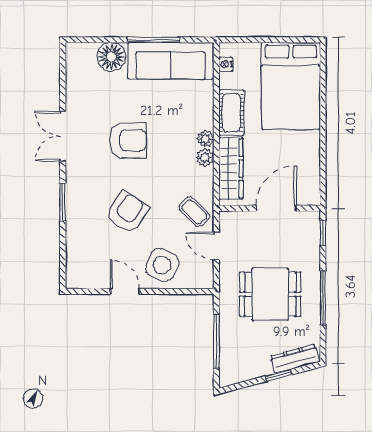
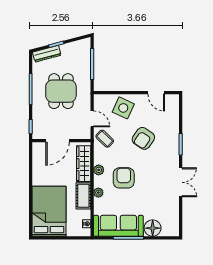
plant: (205, 139) -> (98, 193), moved
armchair: (128, 140) -> (124, 178), moved, turned 90
door: (125, 291) -> (156, 93), moved
dining table: (270, 294) -> (61, 91), turned 90

